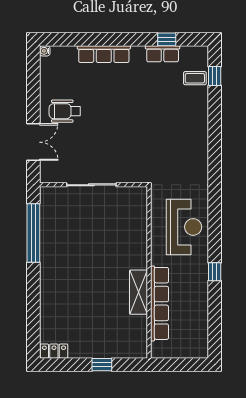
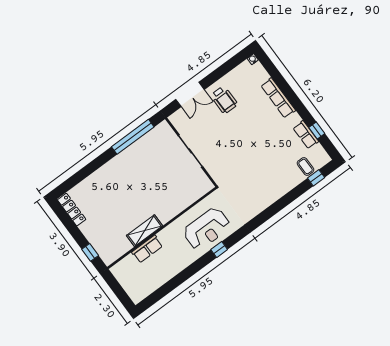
wheelchair: (65, 111) -> (224, 100), turned 180
window: (215, 272) -> (219, 249), moved
row of seats: (159, 303) -> (147, 249), width x0.50
locker: (54, 351) -> (72, 210), width x1.53
window: (102, 365) -> (90, 252), moved

